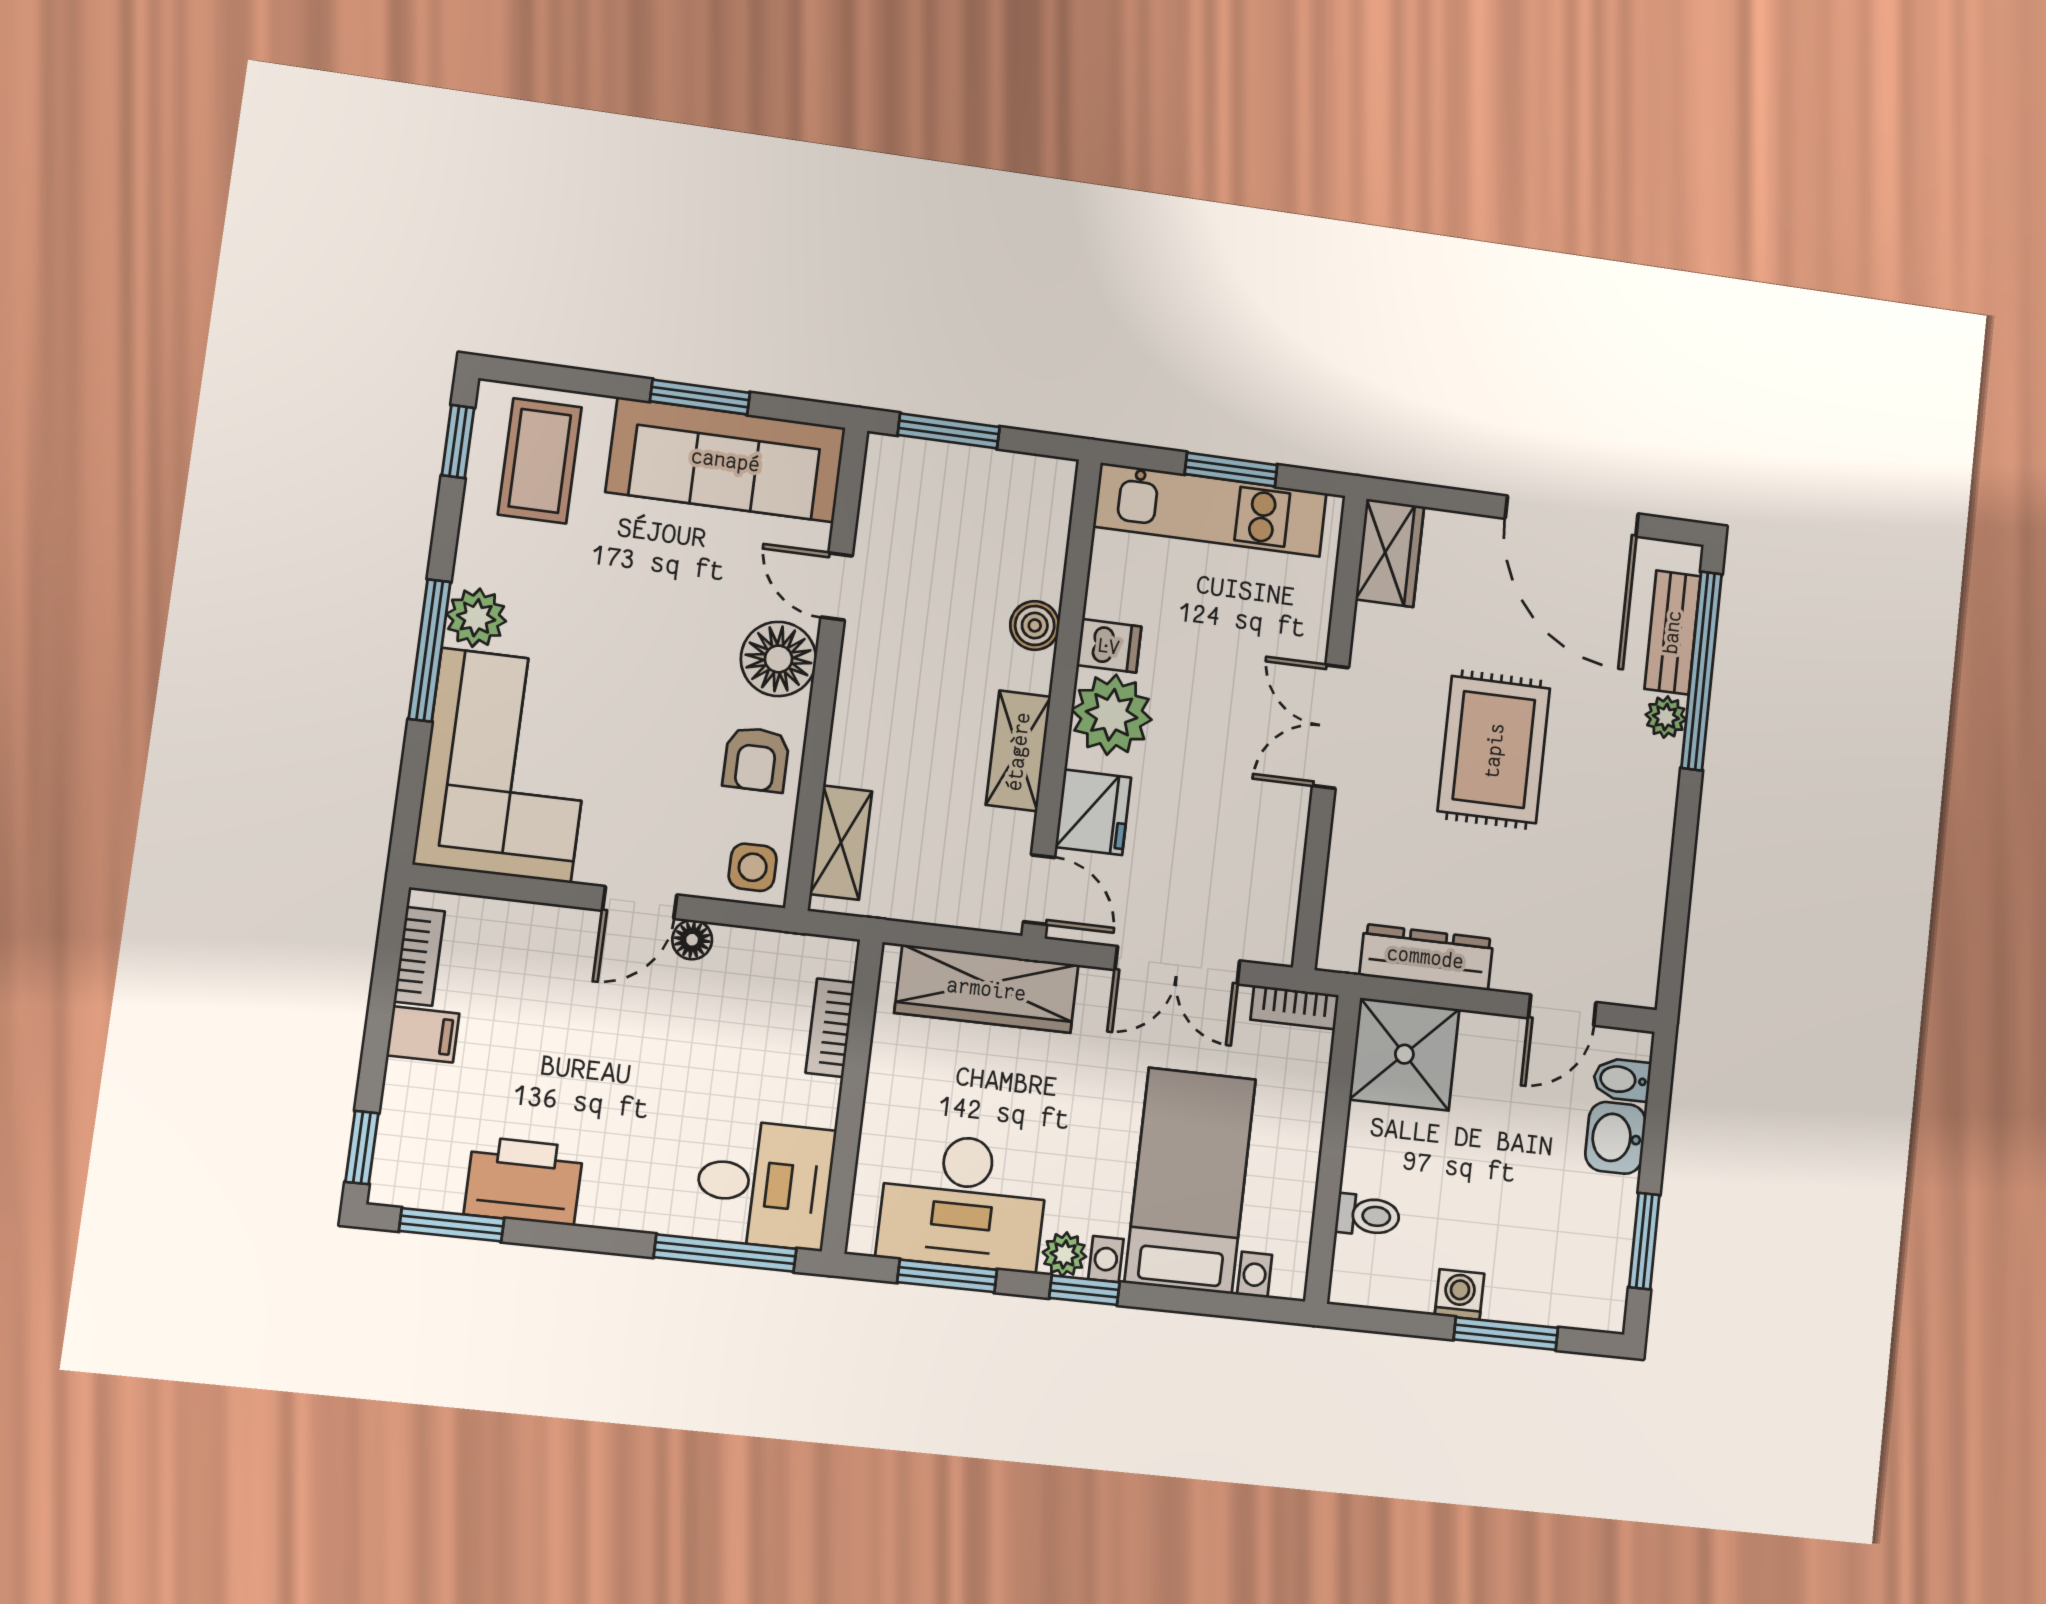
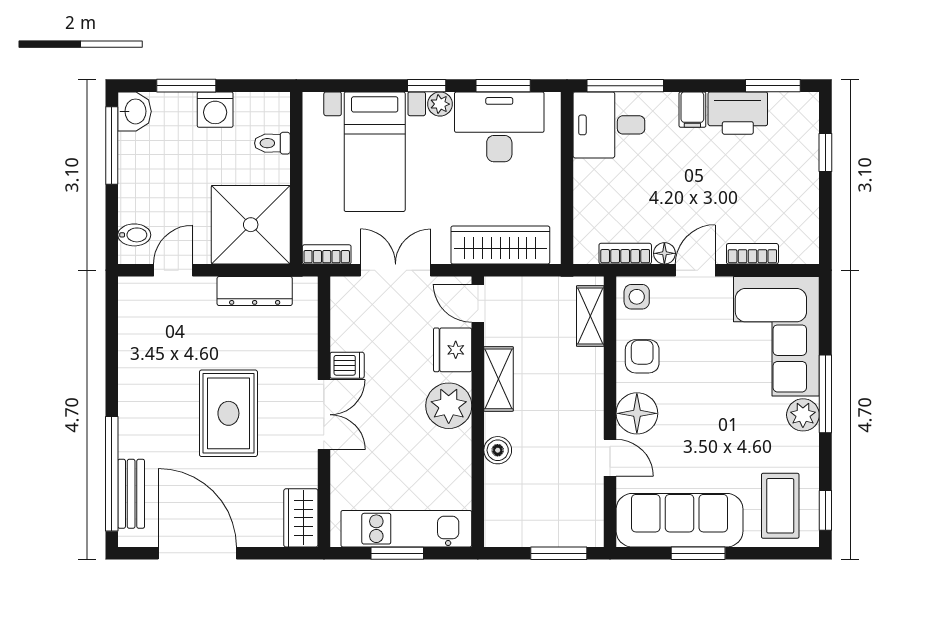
dishwasher: (1109, 646) -> (347, 365), moved, turned 180
plant: (1666, 717) -> (130, 444), removed
bookcase: (419, 956) -> (752, 254), moved, turned 90
bookcase: (830, 1028) -> (625, 254), moved, turned -90
filing cabinet: (423, 1034) -> (692, 110), moved, turned -90
shower: (1404, 1054) -> (251, 225), width x1.37, depth x1.37
washbasin: (1616, 1138) -> (135, 111), moved
window: (362, 1148) -> (825, 152), moved
window: (1644, 1241) -> (112, 145), width x1.44
washing machine: (1460, 1294) -> (215, 110), width x1.38, depth x1.38

